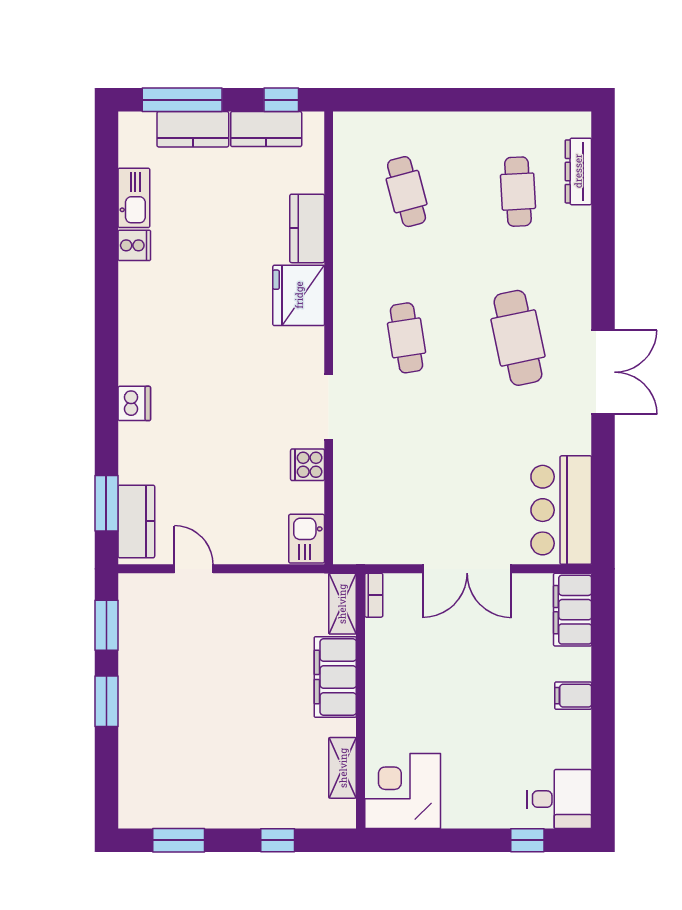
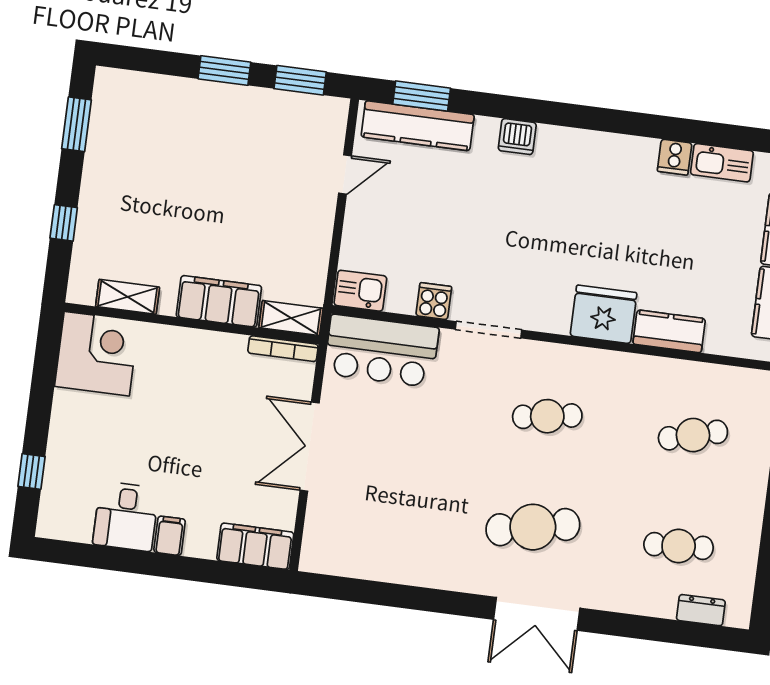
dresser: (578, 171) -> (701, 610), width x0.70
double door: (603, 372) -> (537, 614), moved
bar counter: (561, 510) -> (381, 351), moved, turned 180
kitchen counter: (136, 521) -> (418, 126), width x1.50
bookcase: (374, 595) -> (283, 349), width x1.56
desk: (559, 799) -> (126, 516), moved

